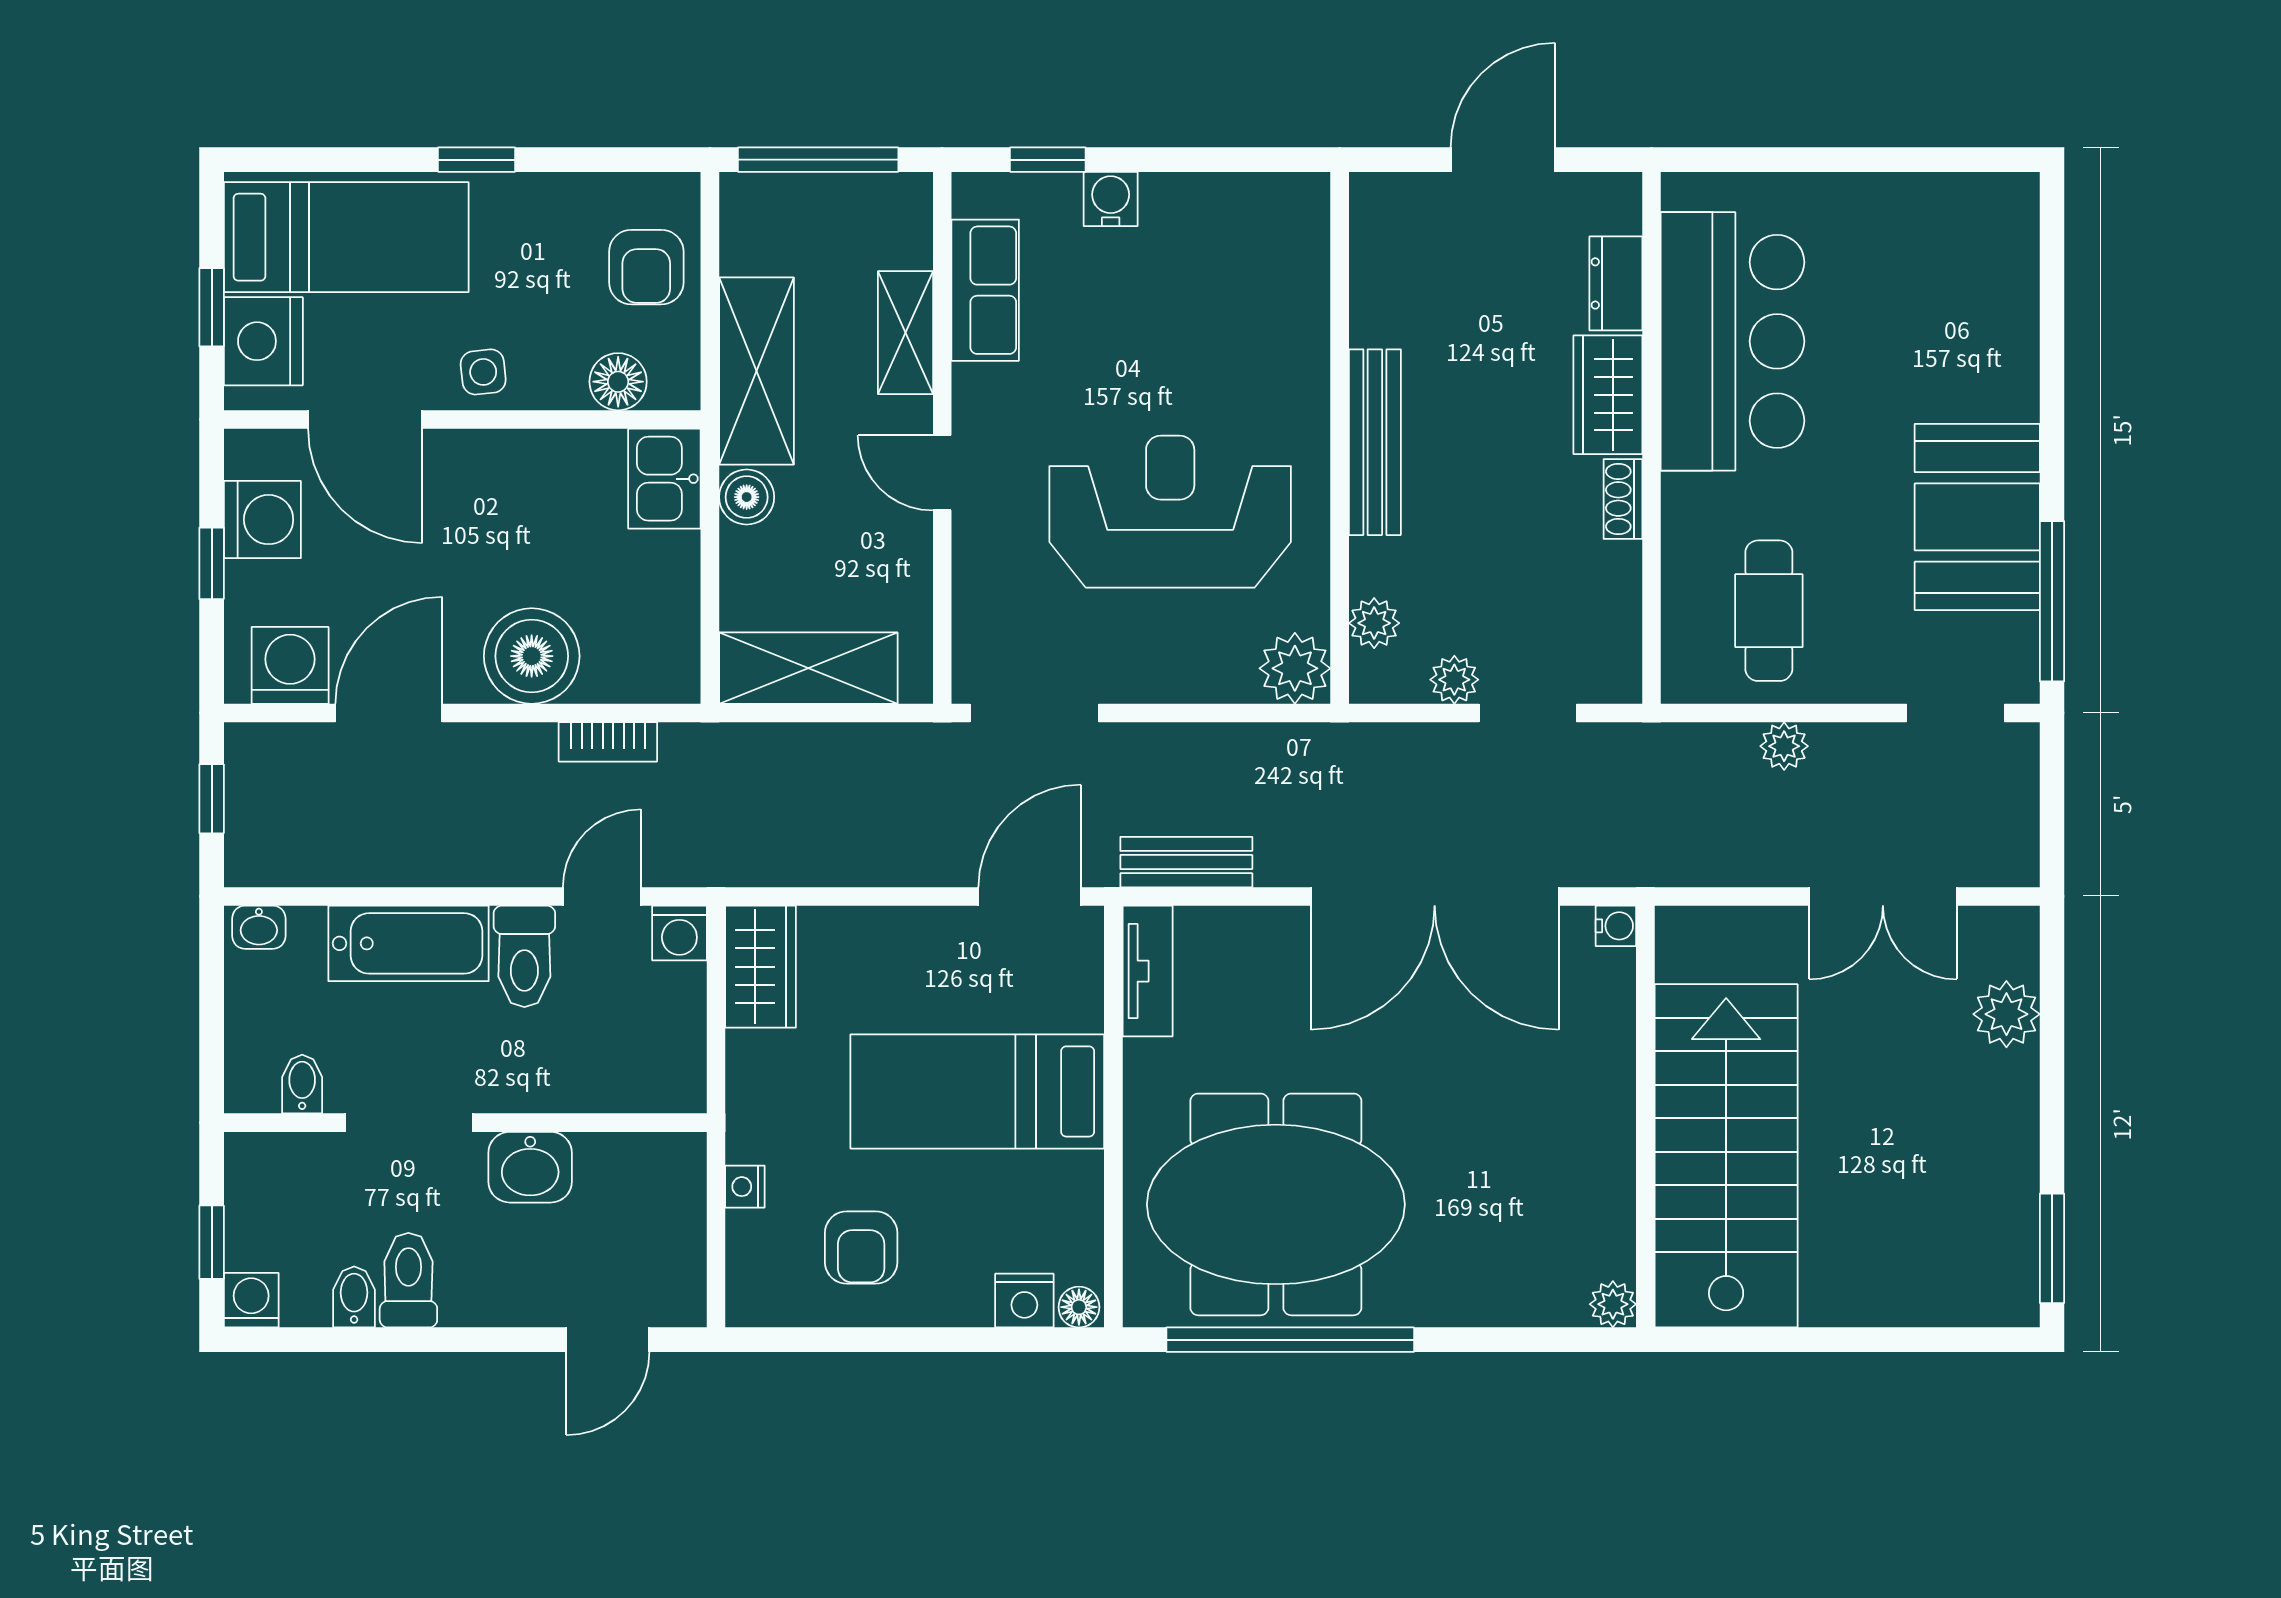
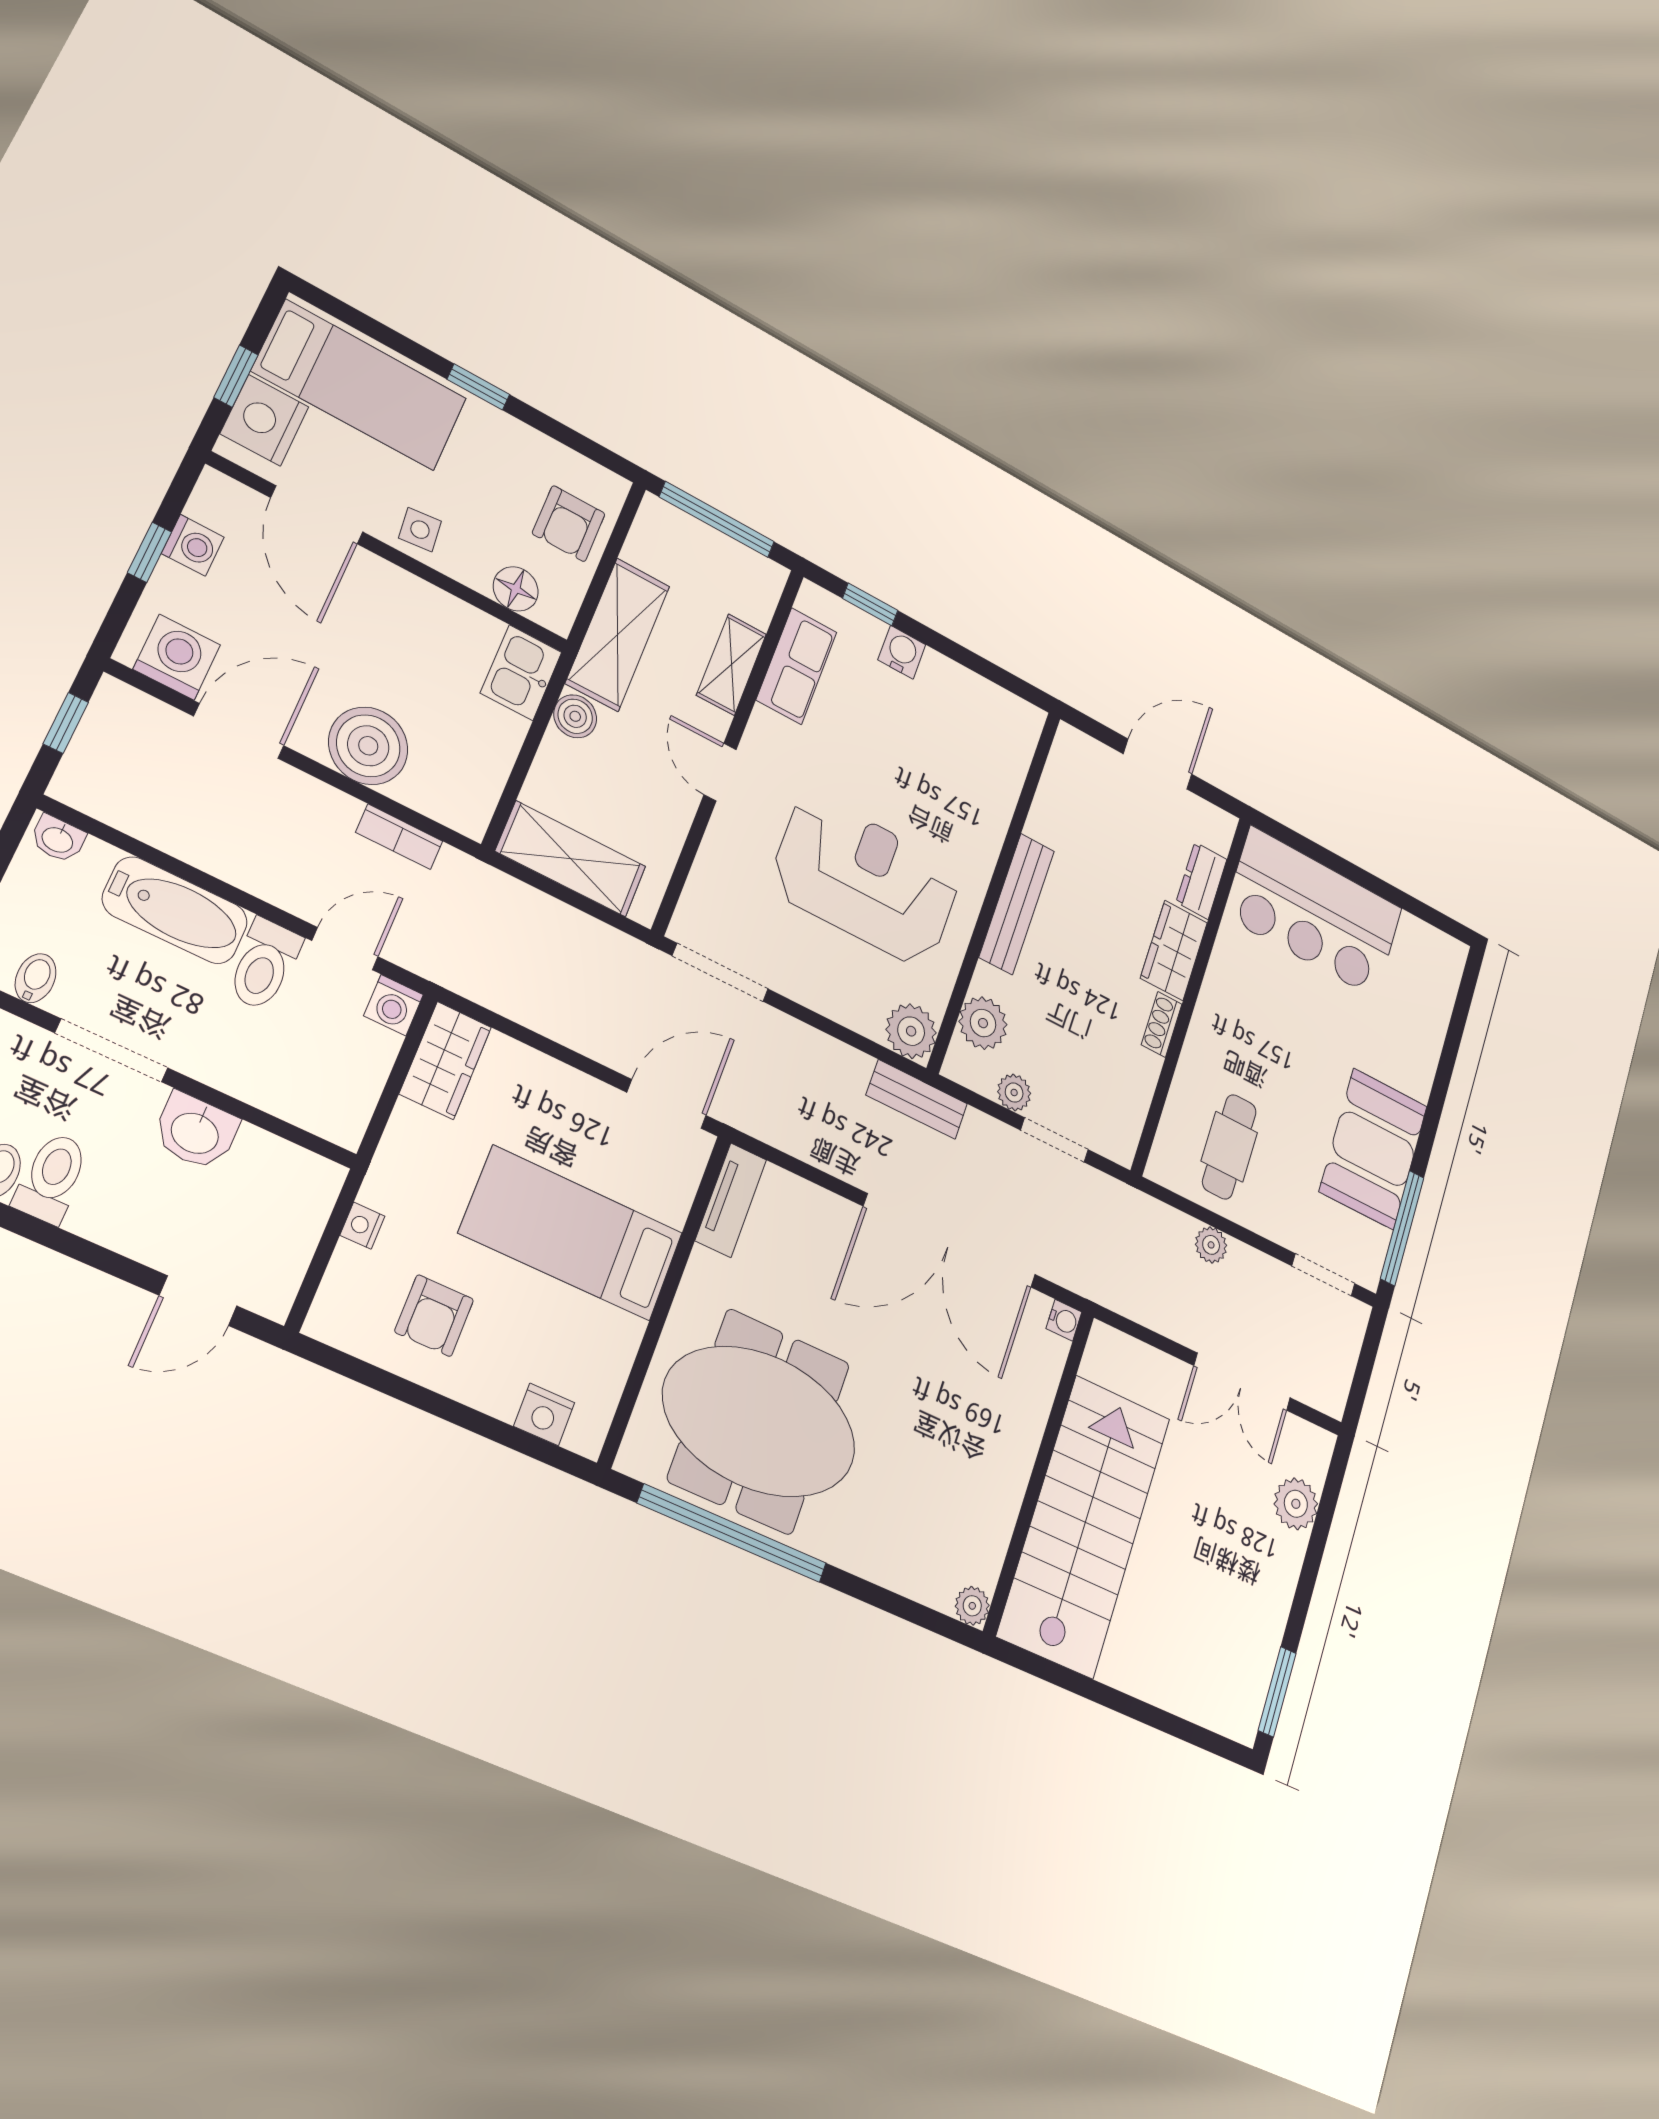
bar counter: (1732, 341) -> (1313, 912), moved, turned 90
washing machine: (262, 520) -> (193, 545), width x0.73, depth x0.73
plant: (1374, 623) -> (983, 1023), width x1.38, depth x1.38
bench: (1186, 862) -> (917, 1099), moved
floor lamp: (1079, 1307) -> (584, 1438), removed

